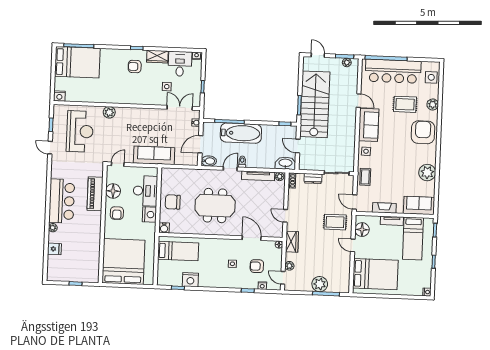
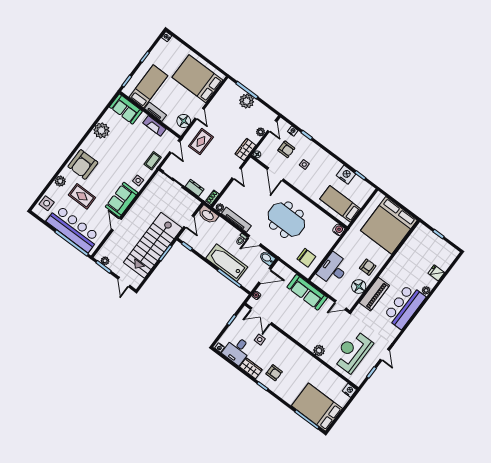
chair: (173, 202) -> (306, 258), moved
nightstand: (149, 215) -> (343, 248), removed
rug: (335, 222) -> (201, 142), turned 90

